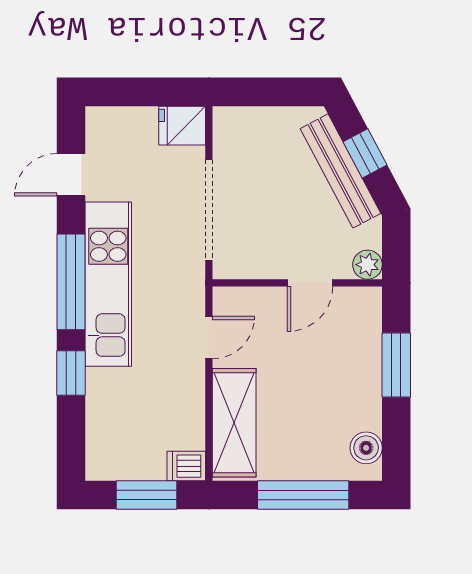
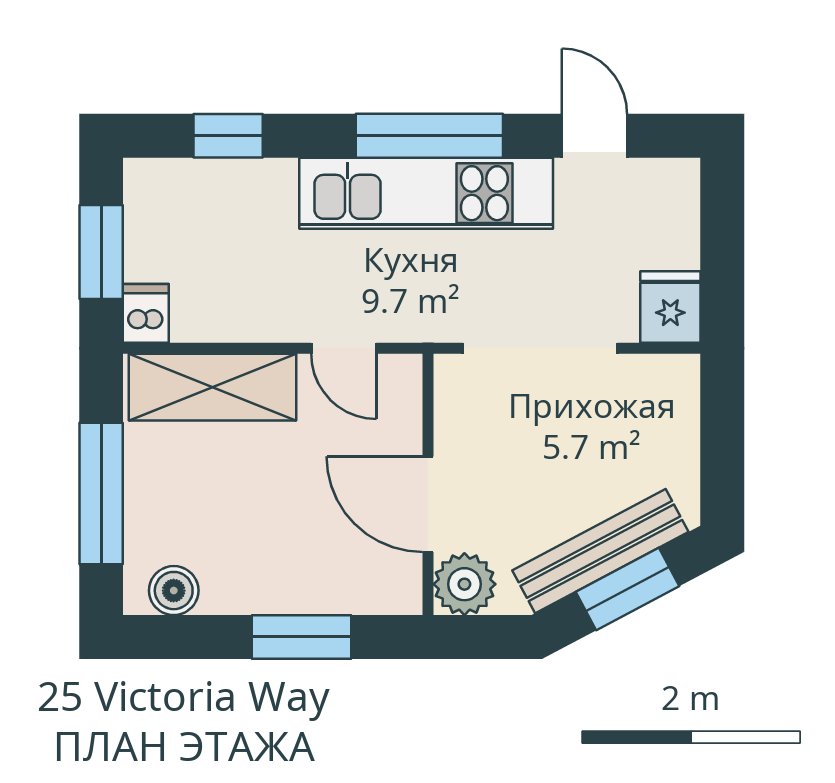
window: (365, 153) -> (627, 589), width x1.50
plant: (367, 265) -> (464, 584), width x1.38, depth x1.38
door: (310, 283) -> (428, 504), width x1.38
window: (71, 373) -> (228, 136), moved

